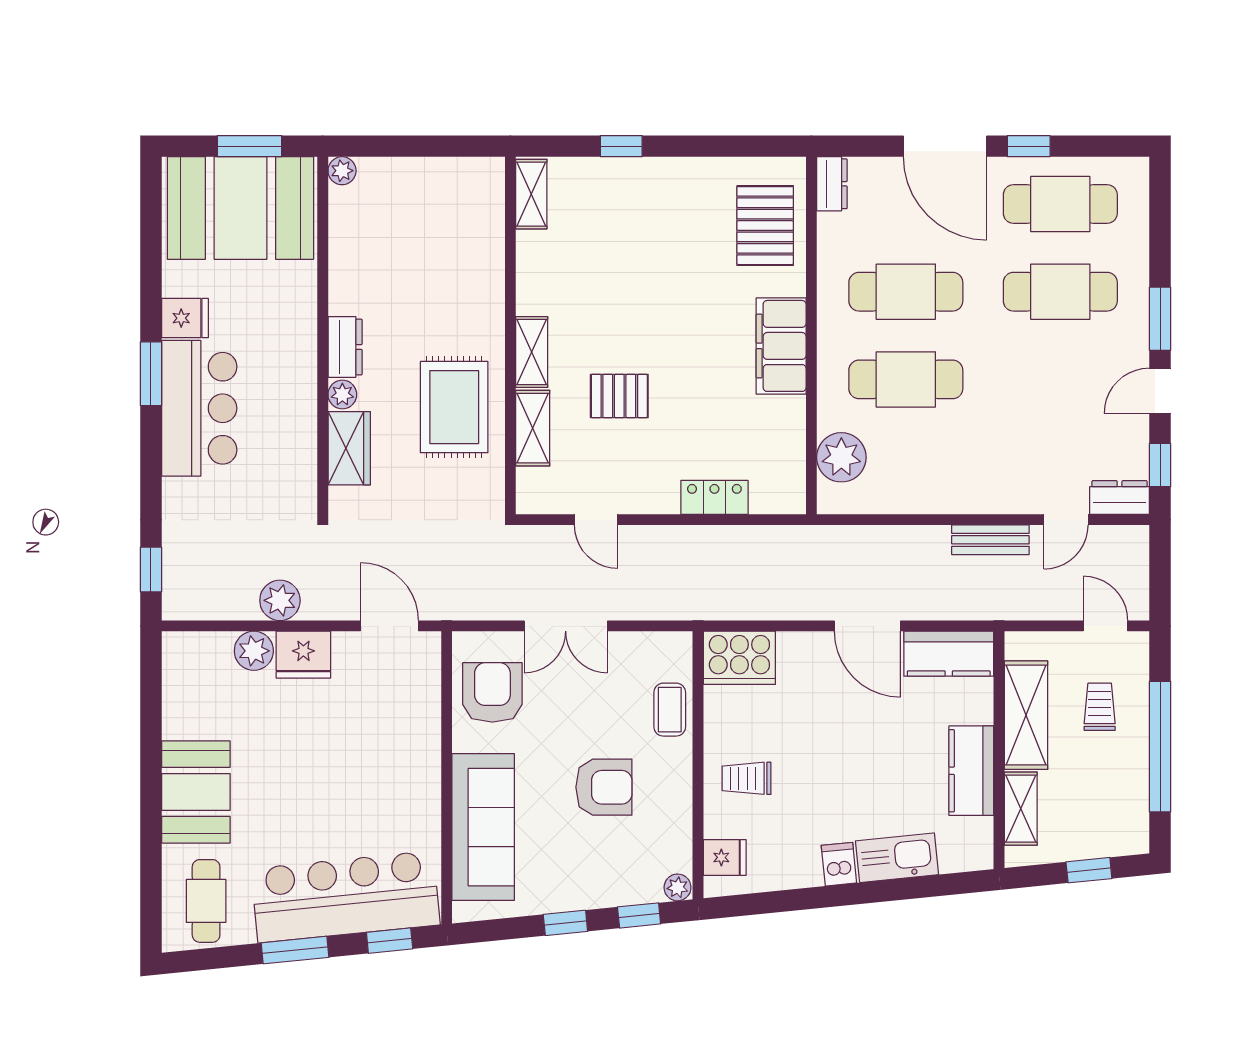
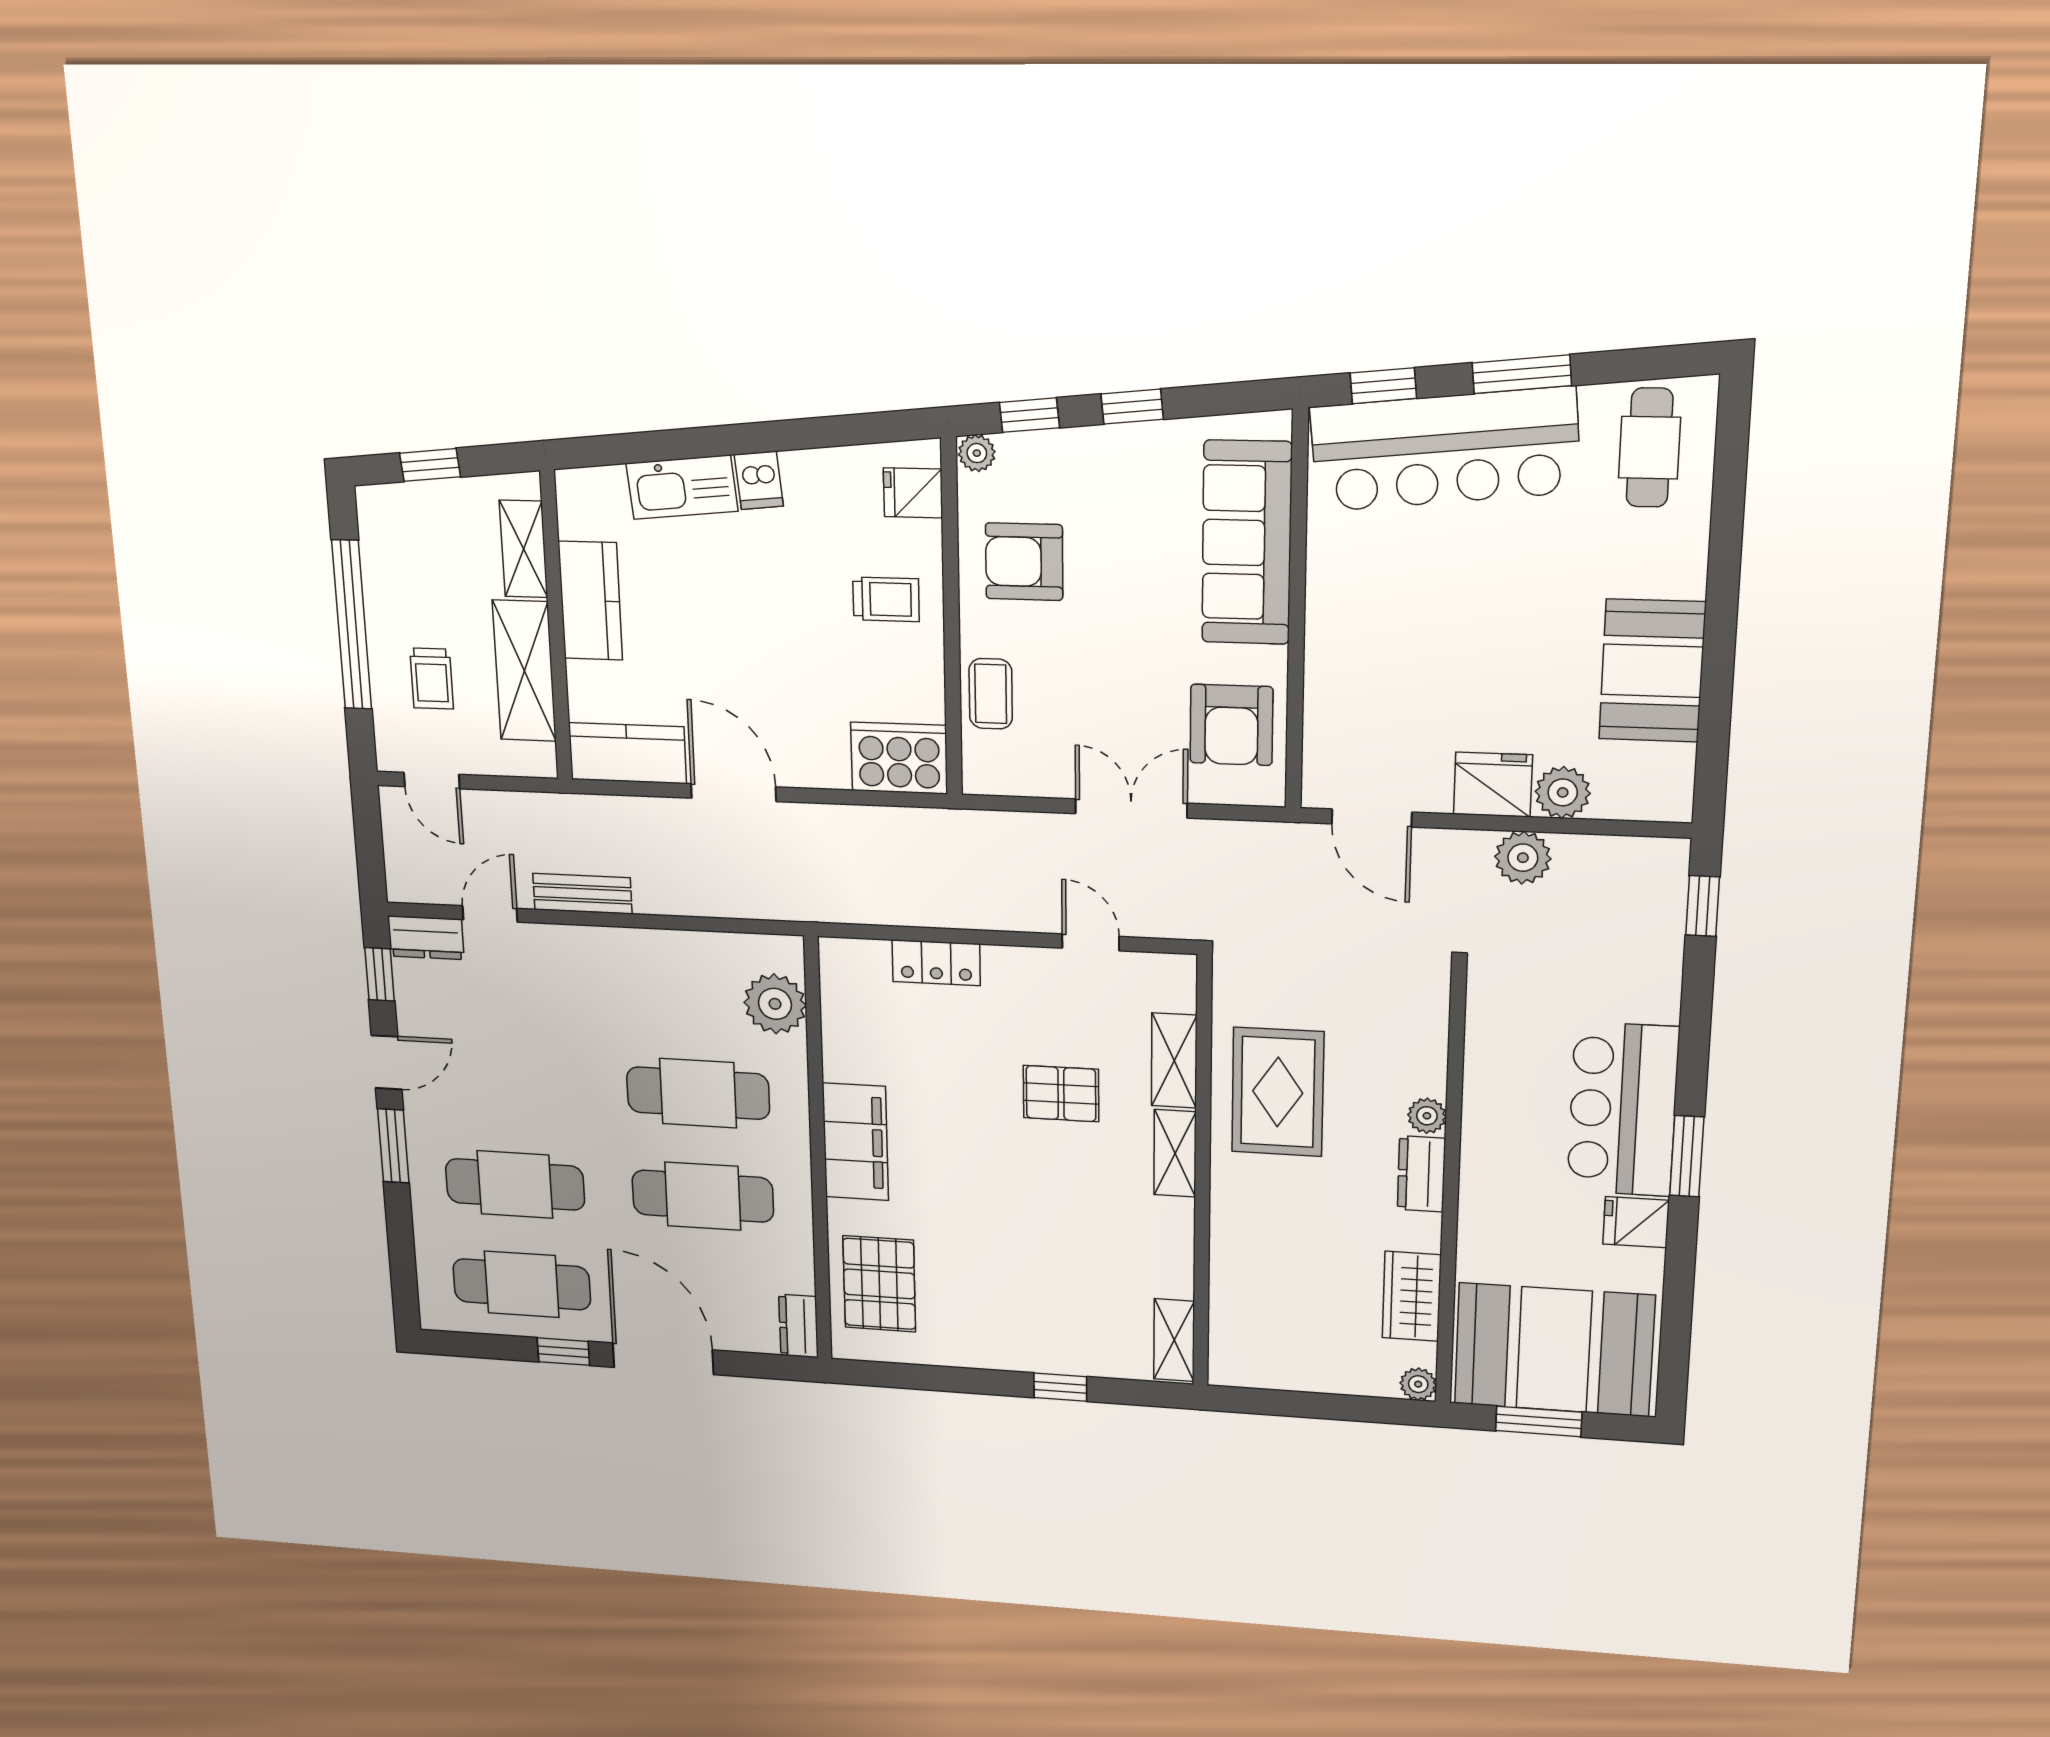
wardrobe: (349, 448) -> (1412, 1296), moved
armchair: (604, 787) -> (1024, 562), moved
booth: (196, 792) -> (1652, 671), moved

